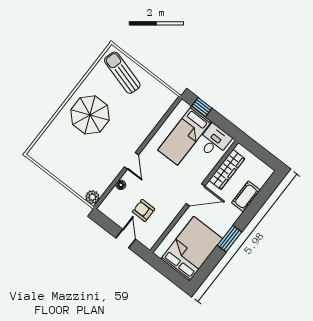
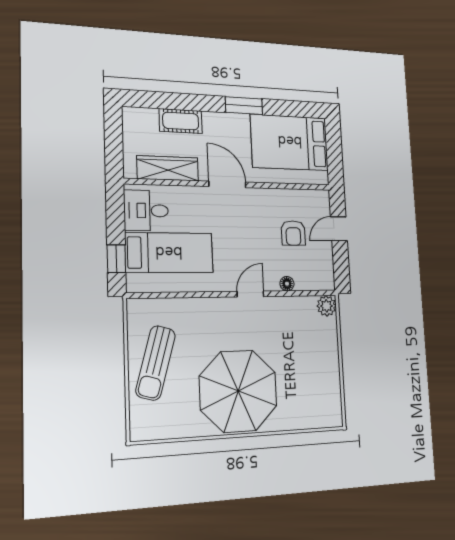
sun lounger: (122, 73) -> (156, 363), moved
parasol: (90, 115) -> (238, 391), width x1.36, depth x1.36

